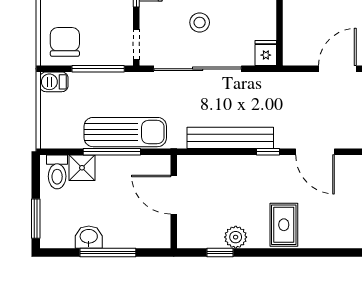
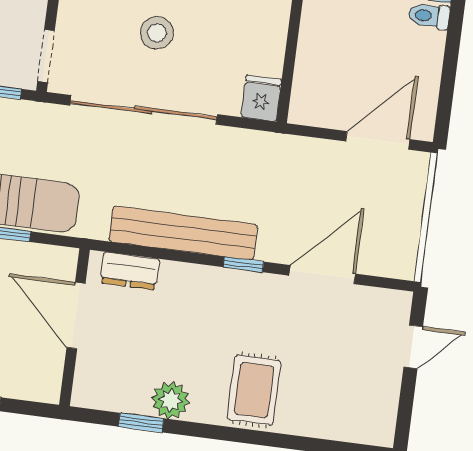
door: (315, 152) -> (322, 275), swing flipped
dresser: (202, 164) -> (130, 271), added

